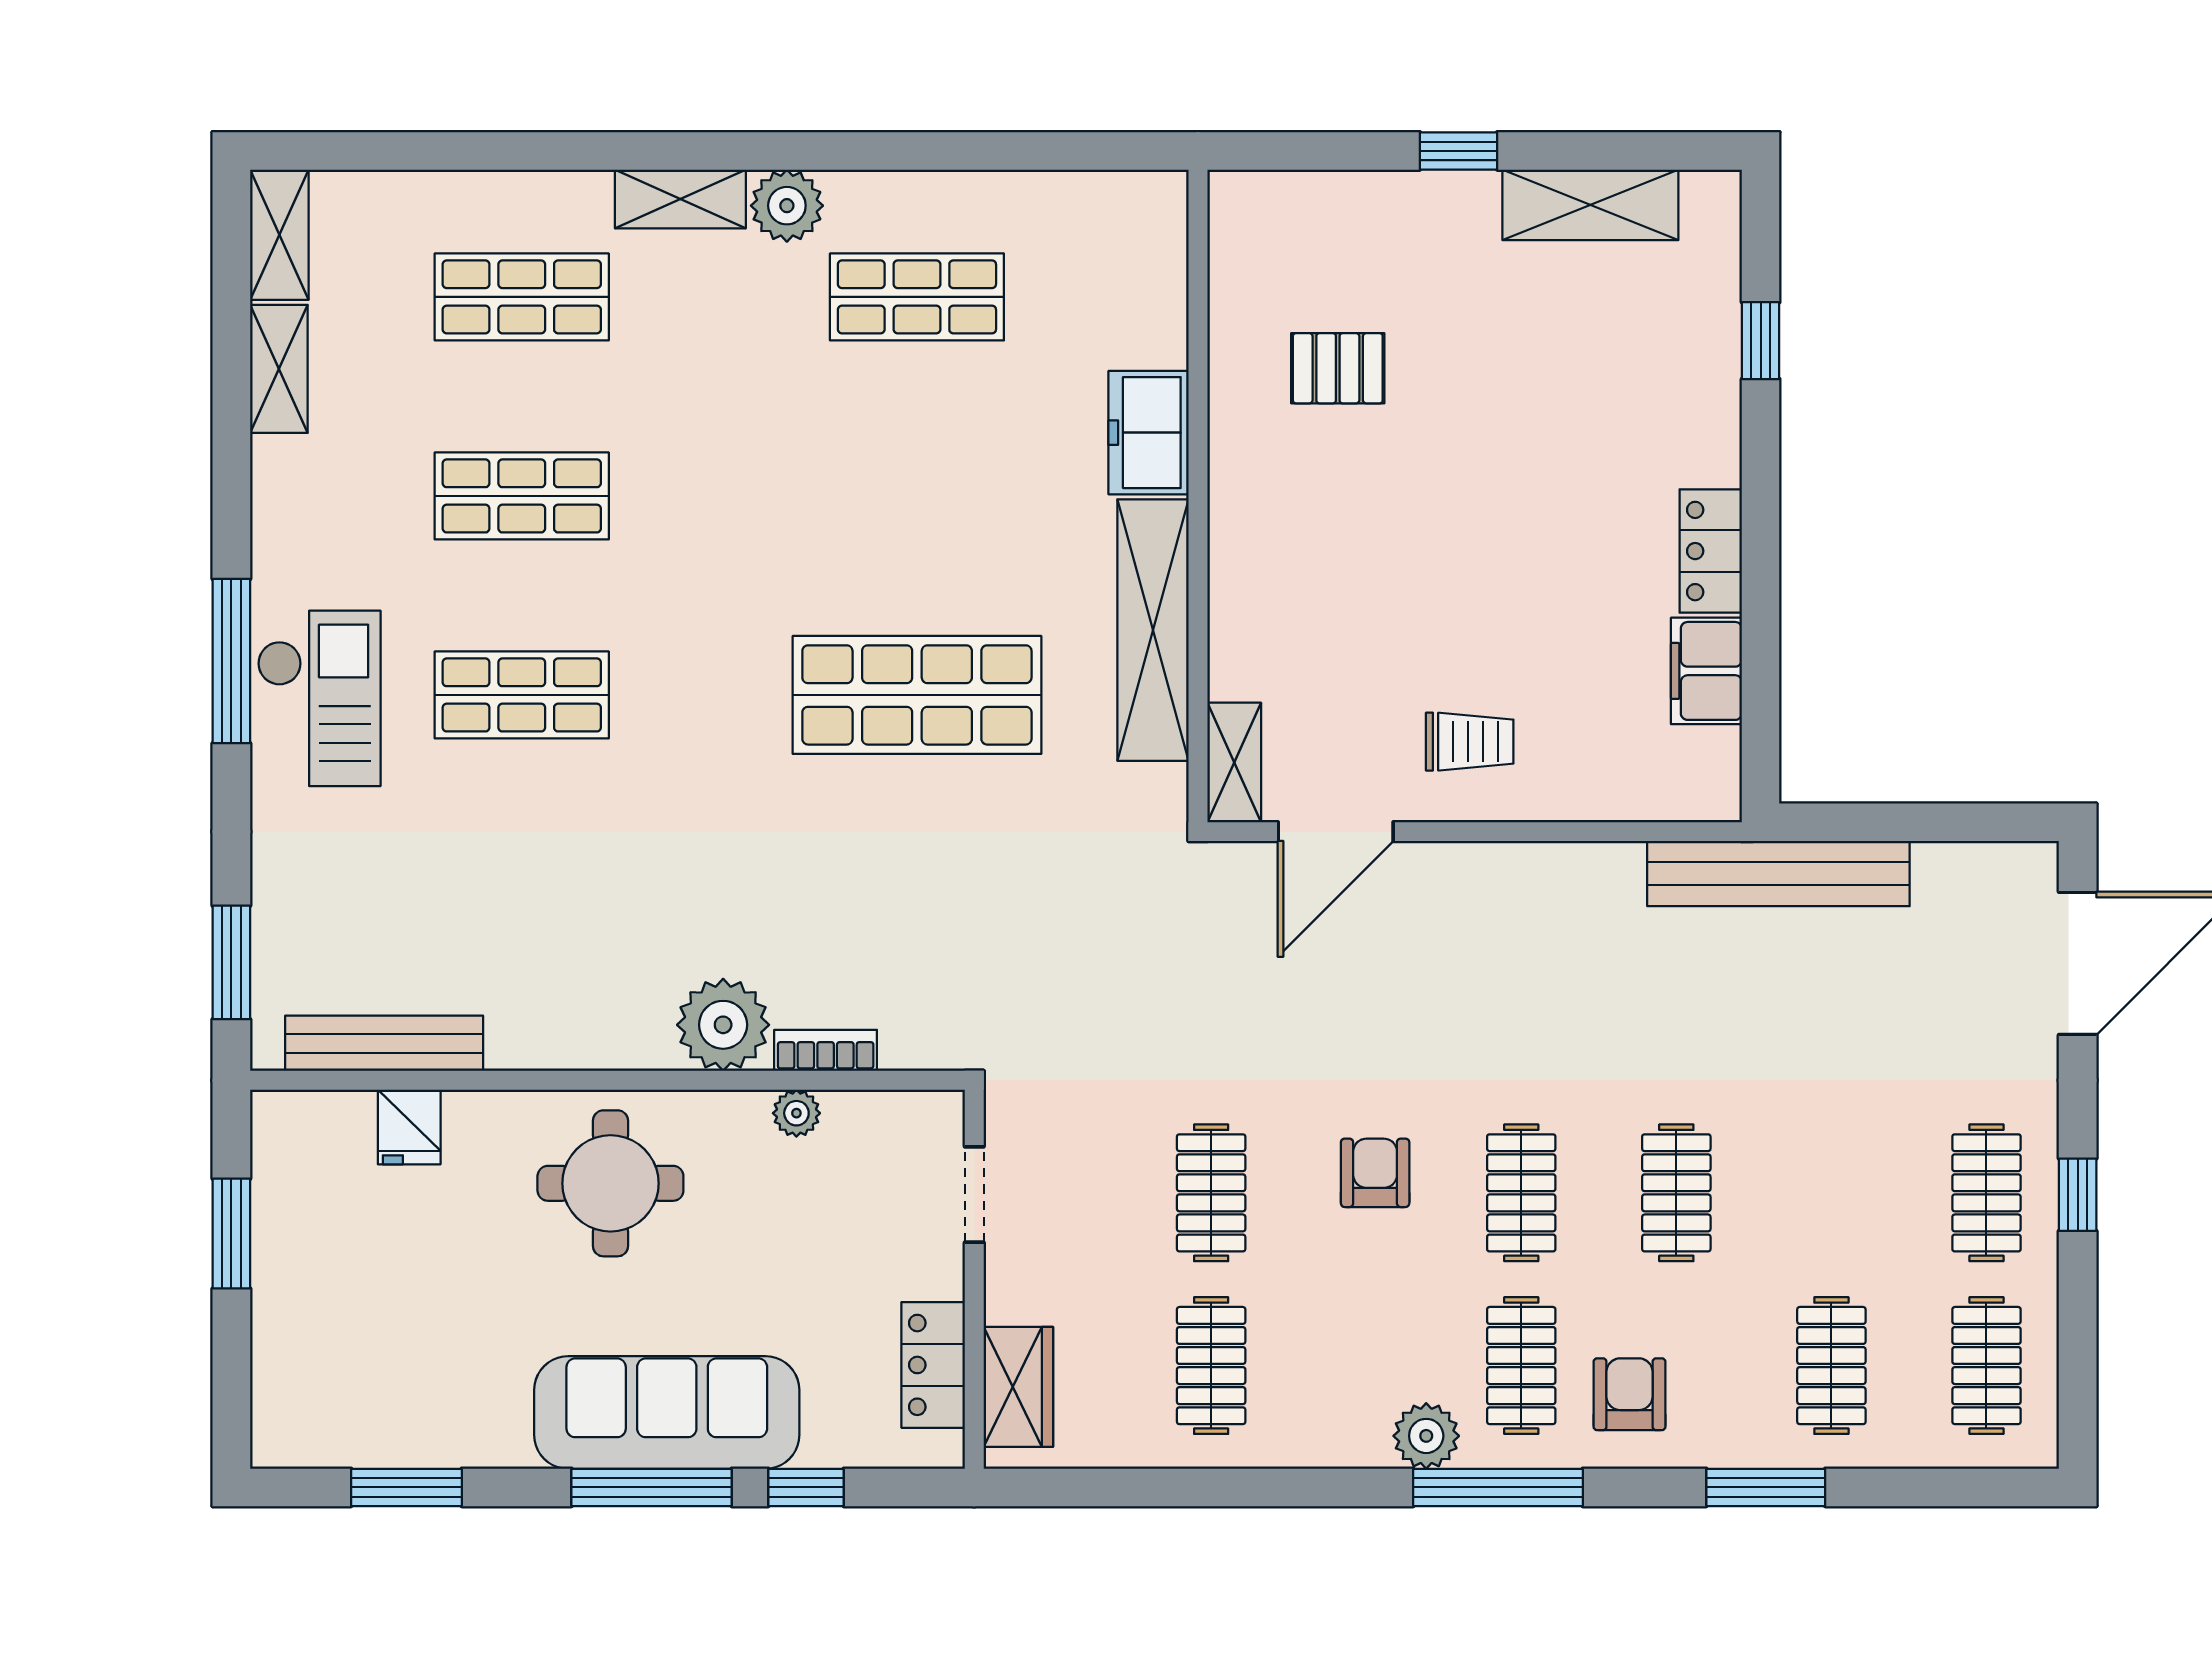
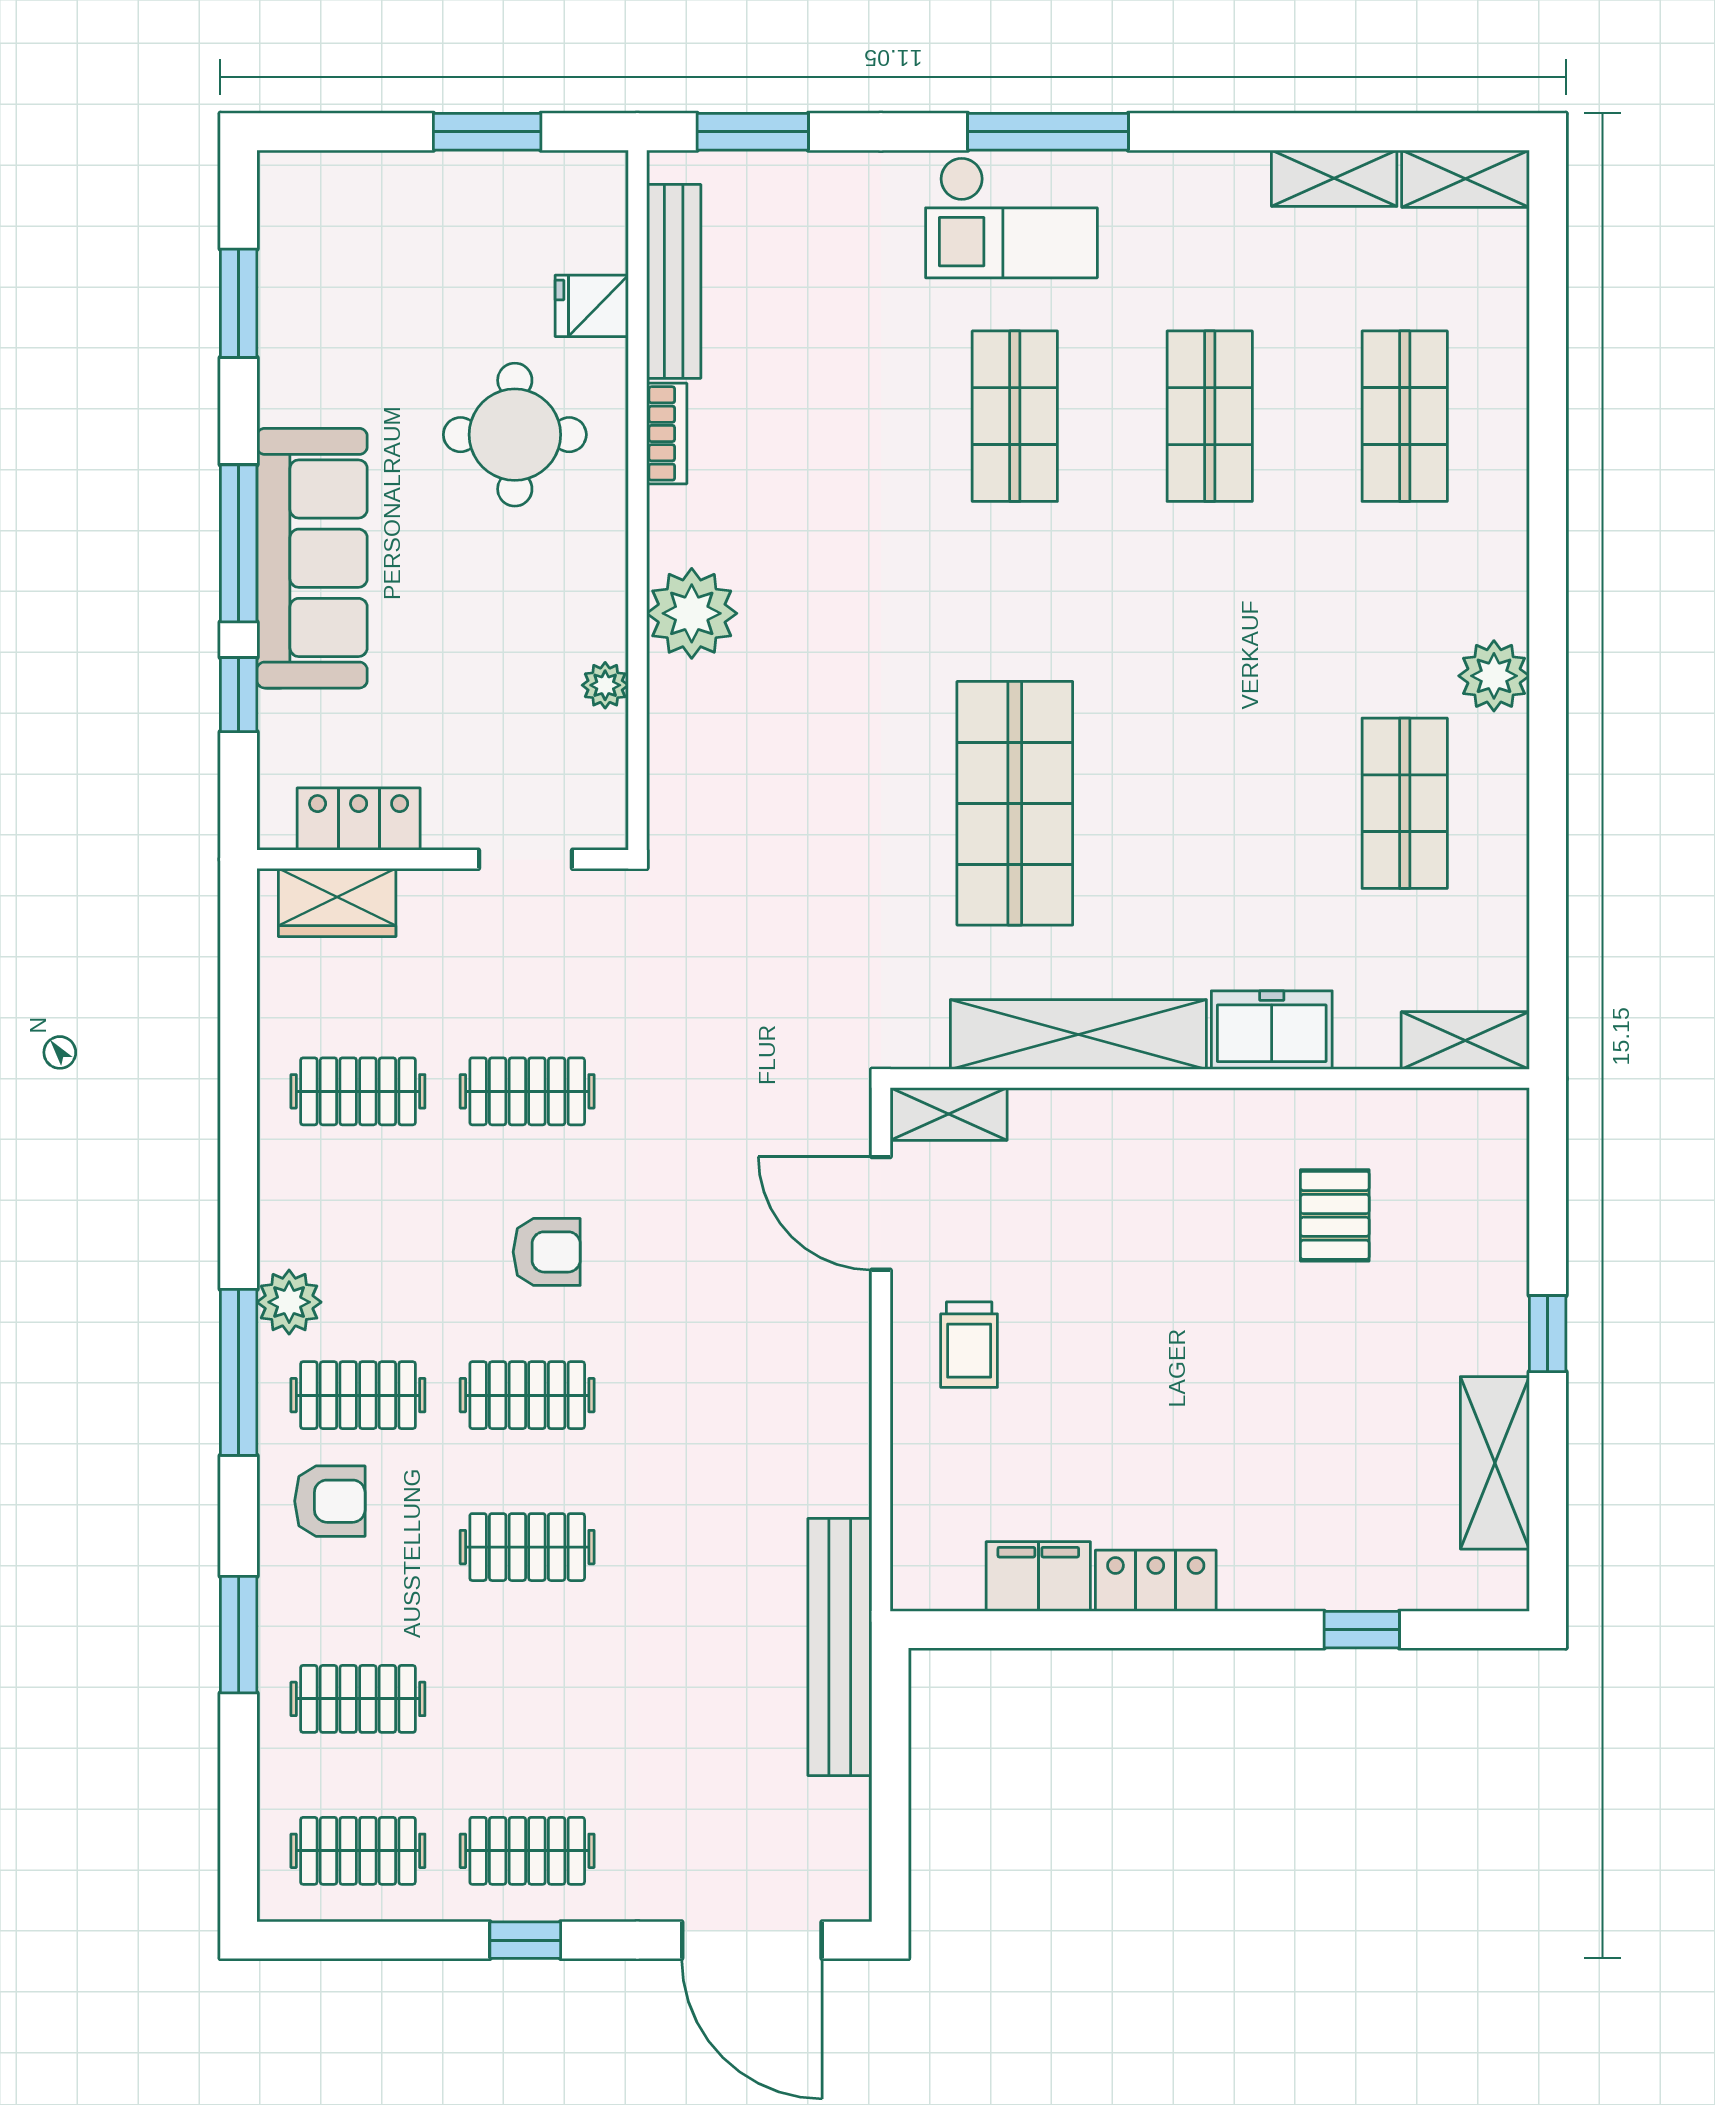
shelving: (680, 199) -> (1465, 1041), moved, turned 90
bookcase: (826, 1050) -> (667, 433), moved
round table: (610, 1183) -> (515, 435), moved

